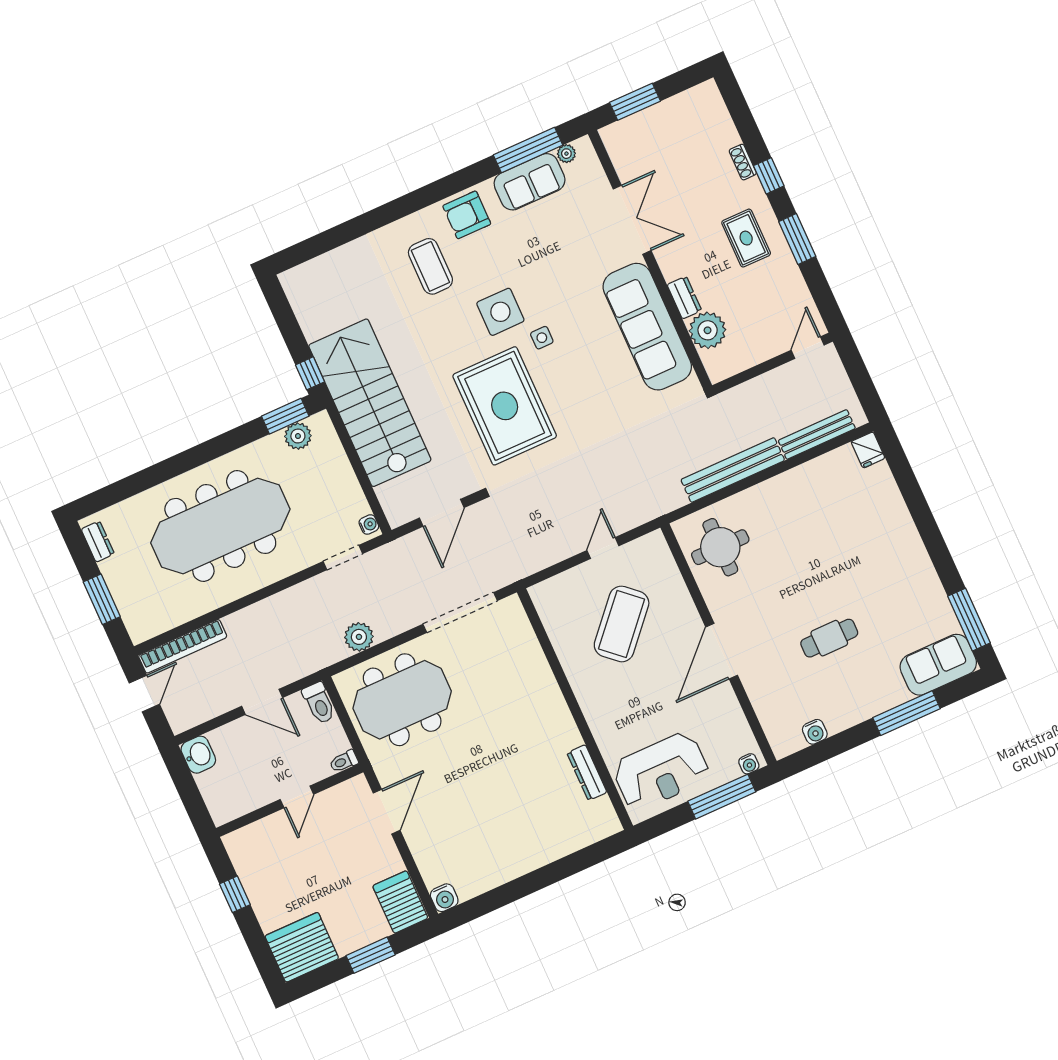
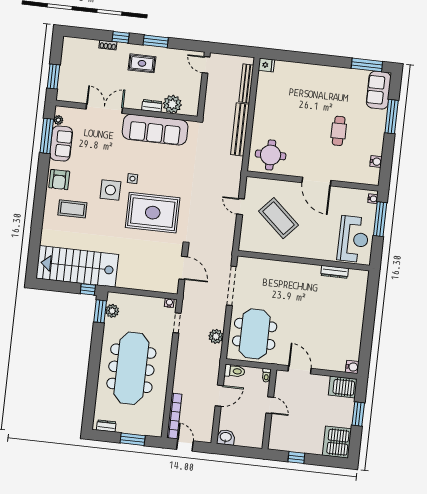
stairs: (370, 403) -> (77, 266), moved

